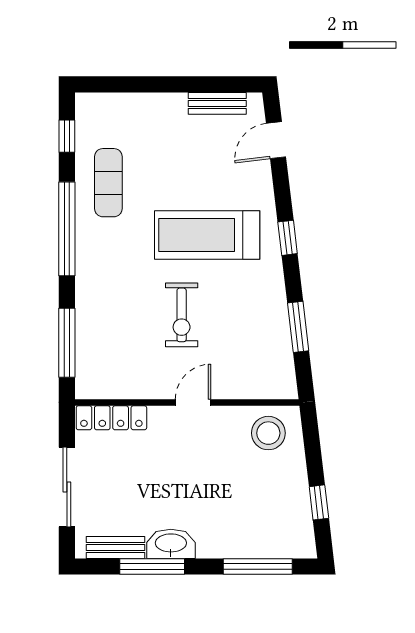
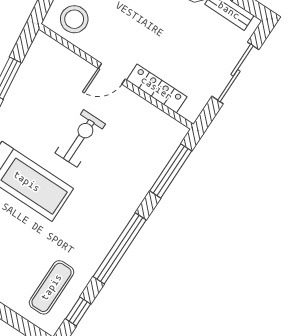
exercise mat: (108, 183) -> (51, 287), moved
locker: (111, 418) -> (157, 88), moved

